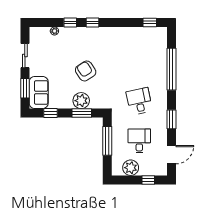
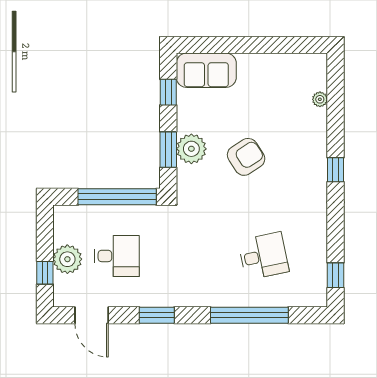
window: (70, 23) -> (335, 129), removed
sliding door: (25, 56) -> (275, 45), removed
window: (25, 88) -> (214, 45), removed
desk: (139, 101) -> (263, 256), moved
window: (107, 141) -> (117, 197), width x1.46
plant: (131, 168) -> (67, 259), moved

